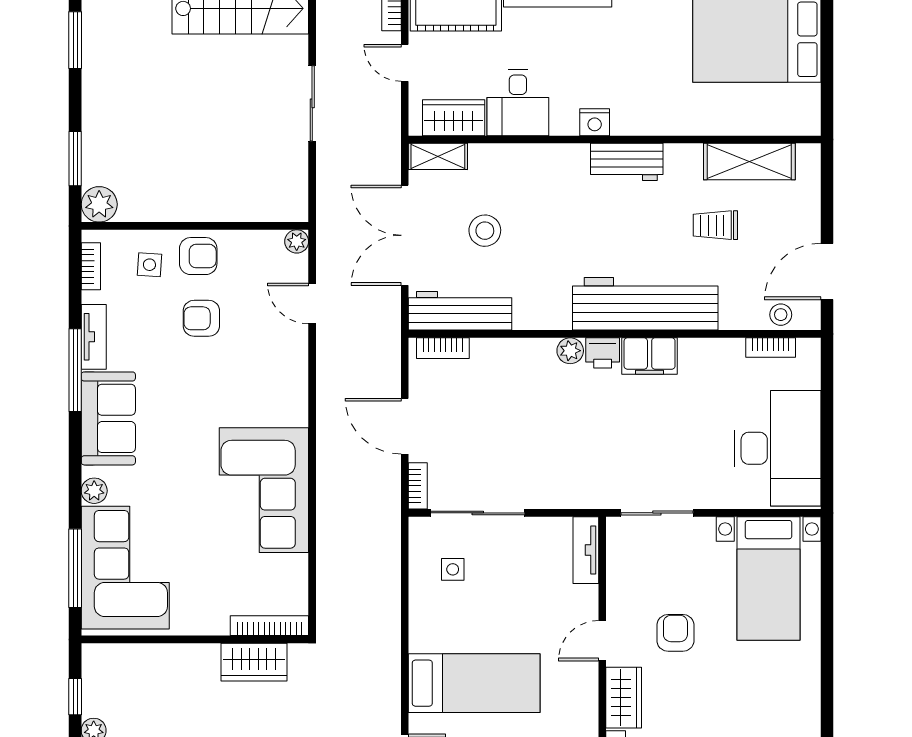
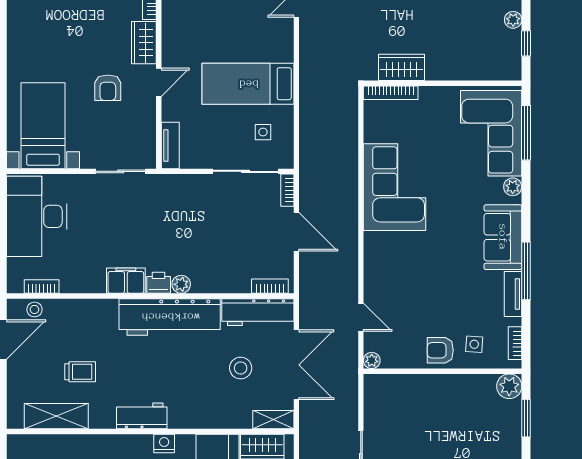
workbench: (645, 304) -> (170, 317), moved
armchair: (201, 318) -> (438, 307), removed
bed: (474, 683) -> (248, 84), moved

